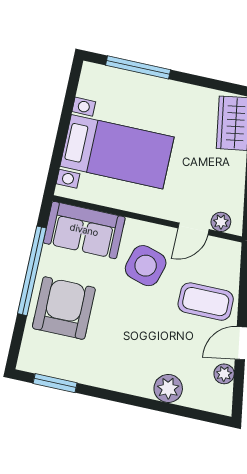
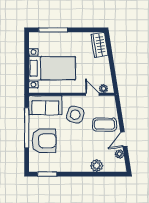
door: (193, 229) -> (92, 94), swing flipped
armchair: (64, 308) -> (44, 141), turned 90

